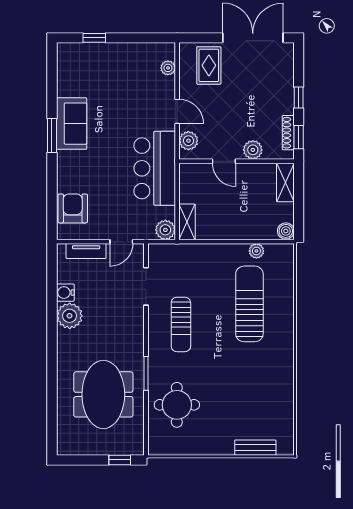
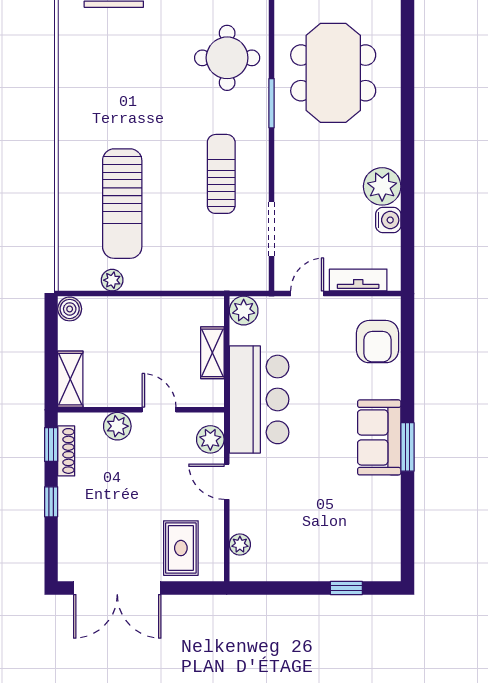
sofa: (72, 124) -> (379, 437), moved
shelving: (187, 222) -> (212, 353), moved

